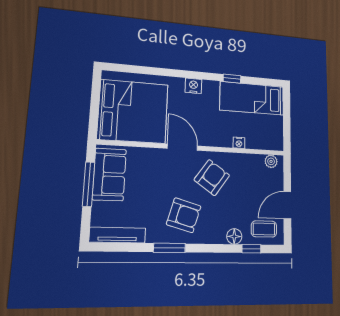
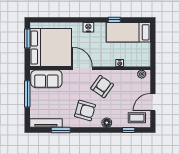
window: (96, 94) -> (27, 38), added
sofa: (109, 174) -> (46, 79), moved, turned 90
floor lamp: (234, 236) -> (107, 123), moved
window: (170, 248) -> (61, 130), moved

